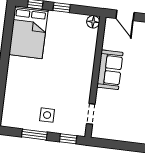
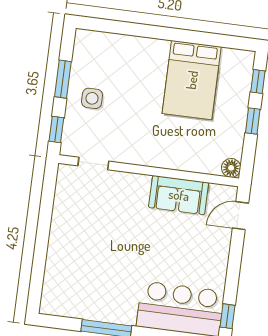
bed: (28, 32) -> (192, 80), moved, turned -90
sofa: (110, 70) -> (179, 195), moved

